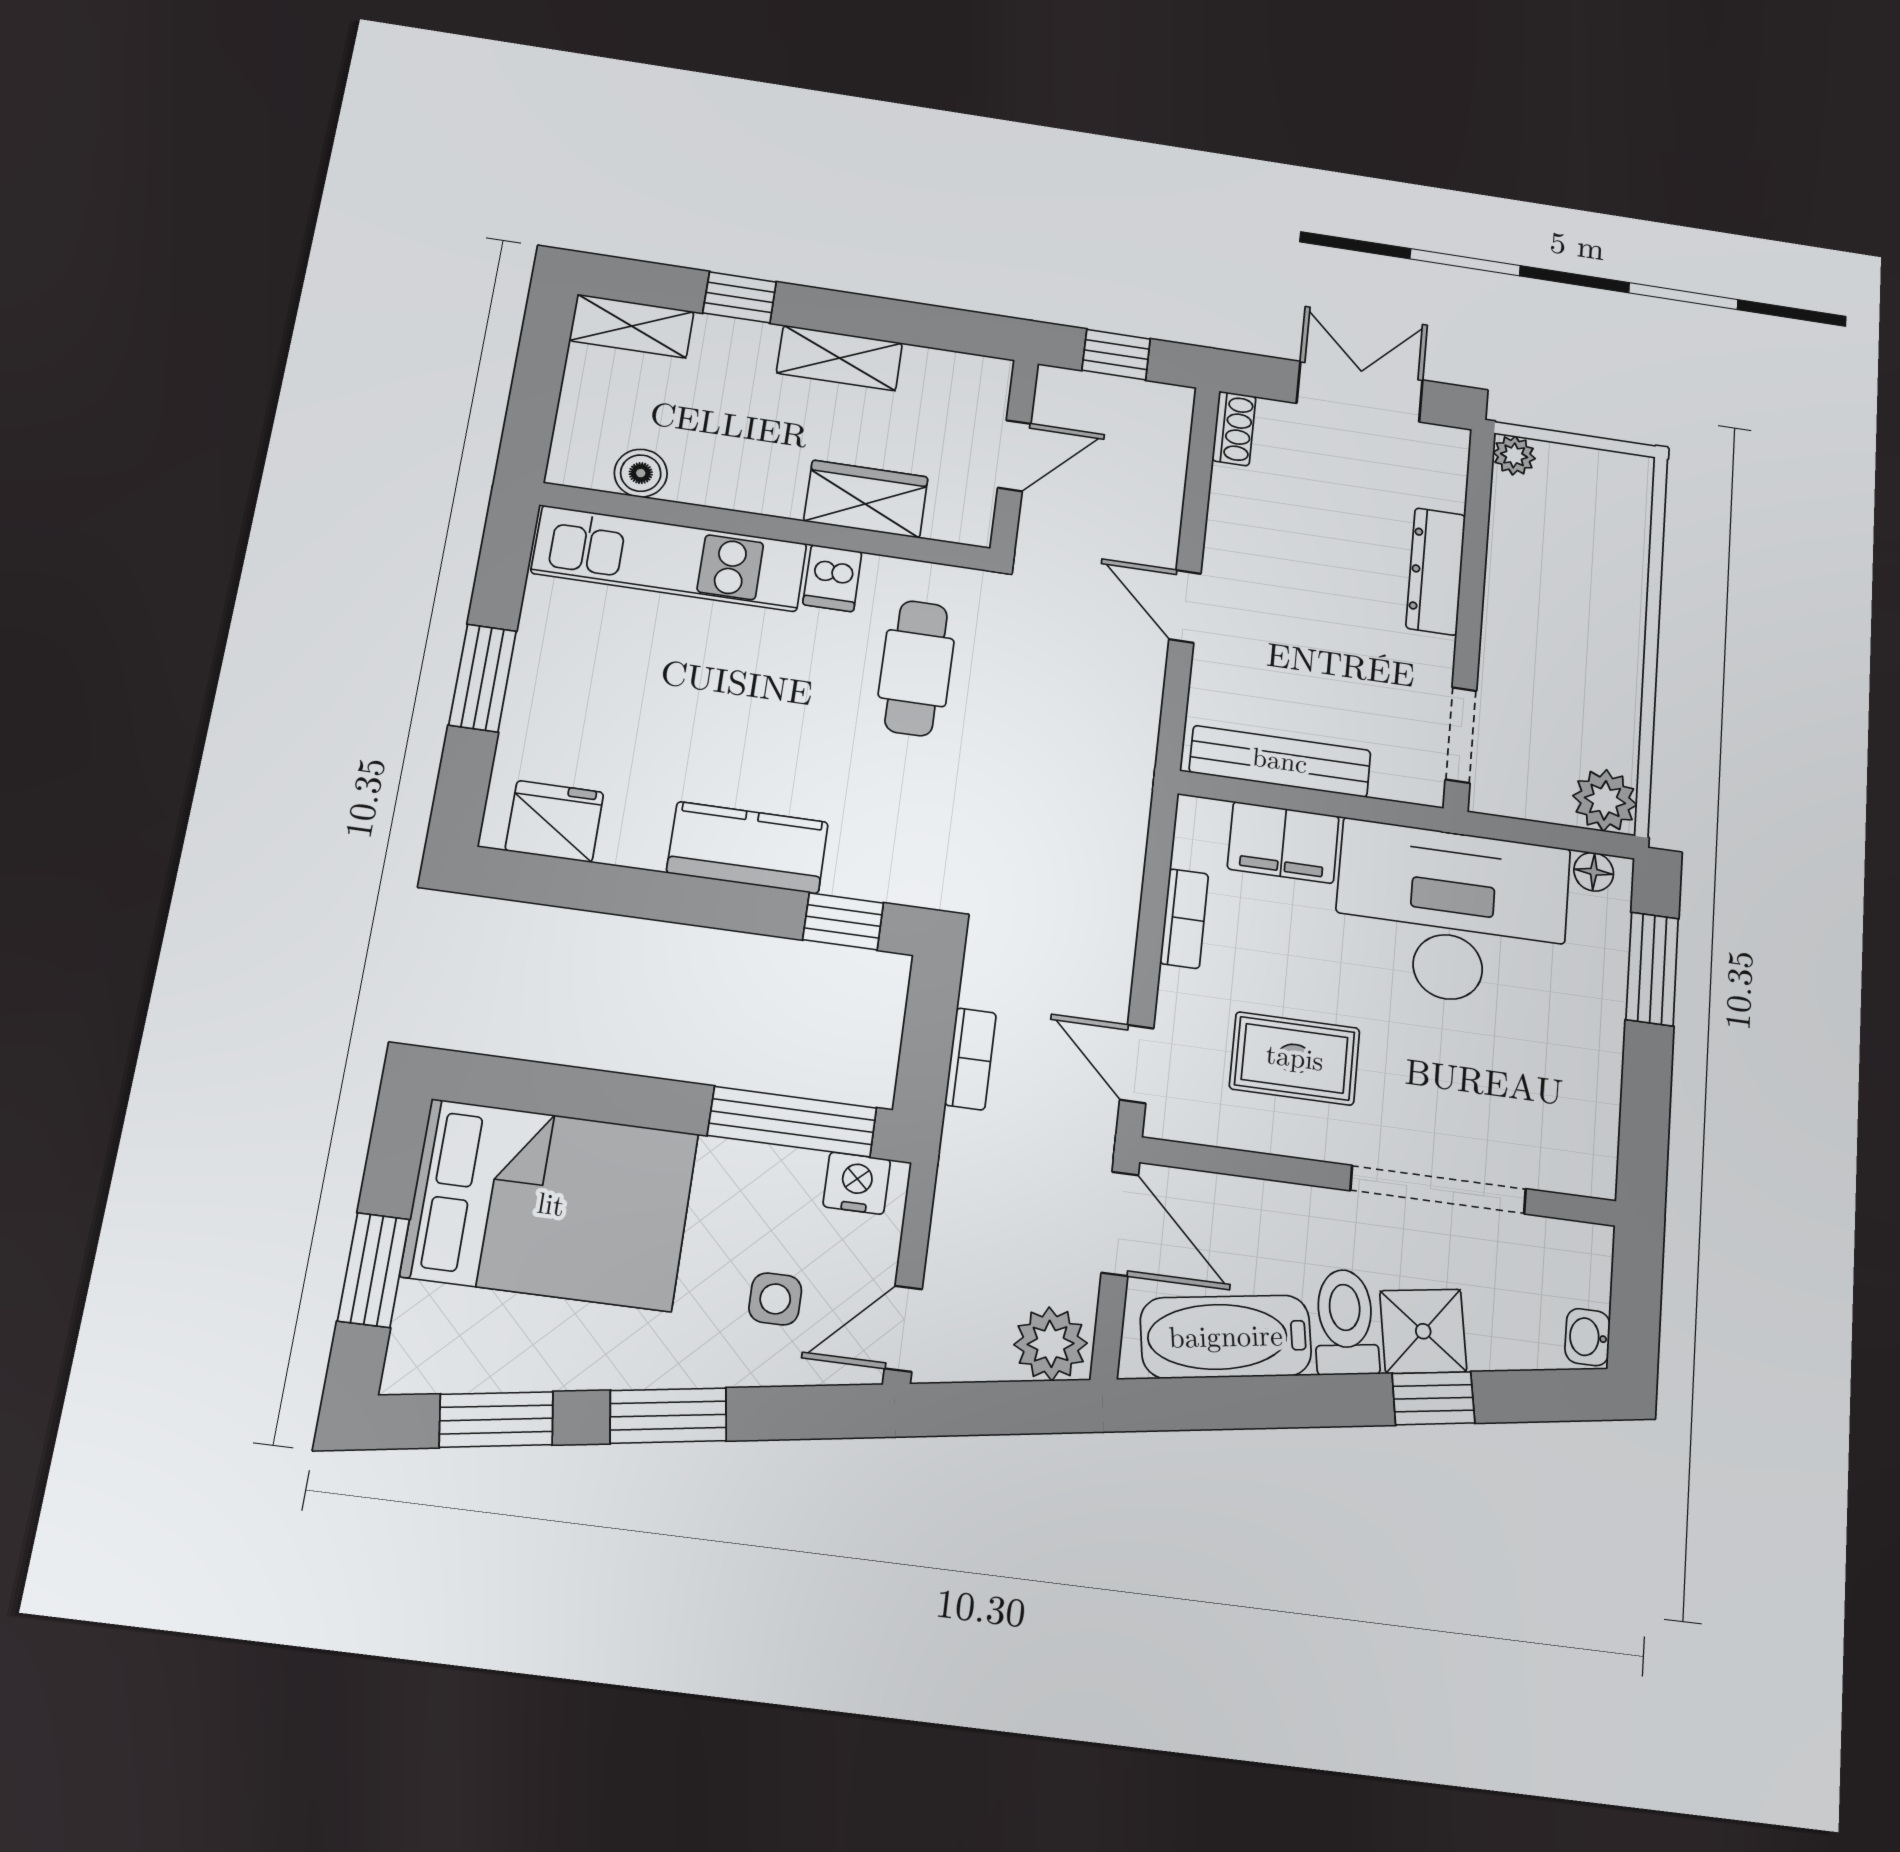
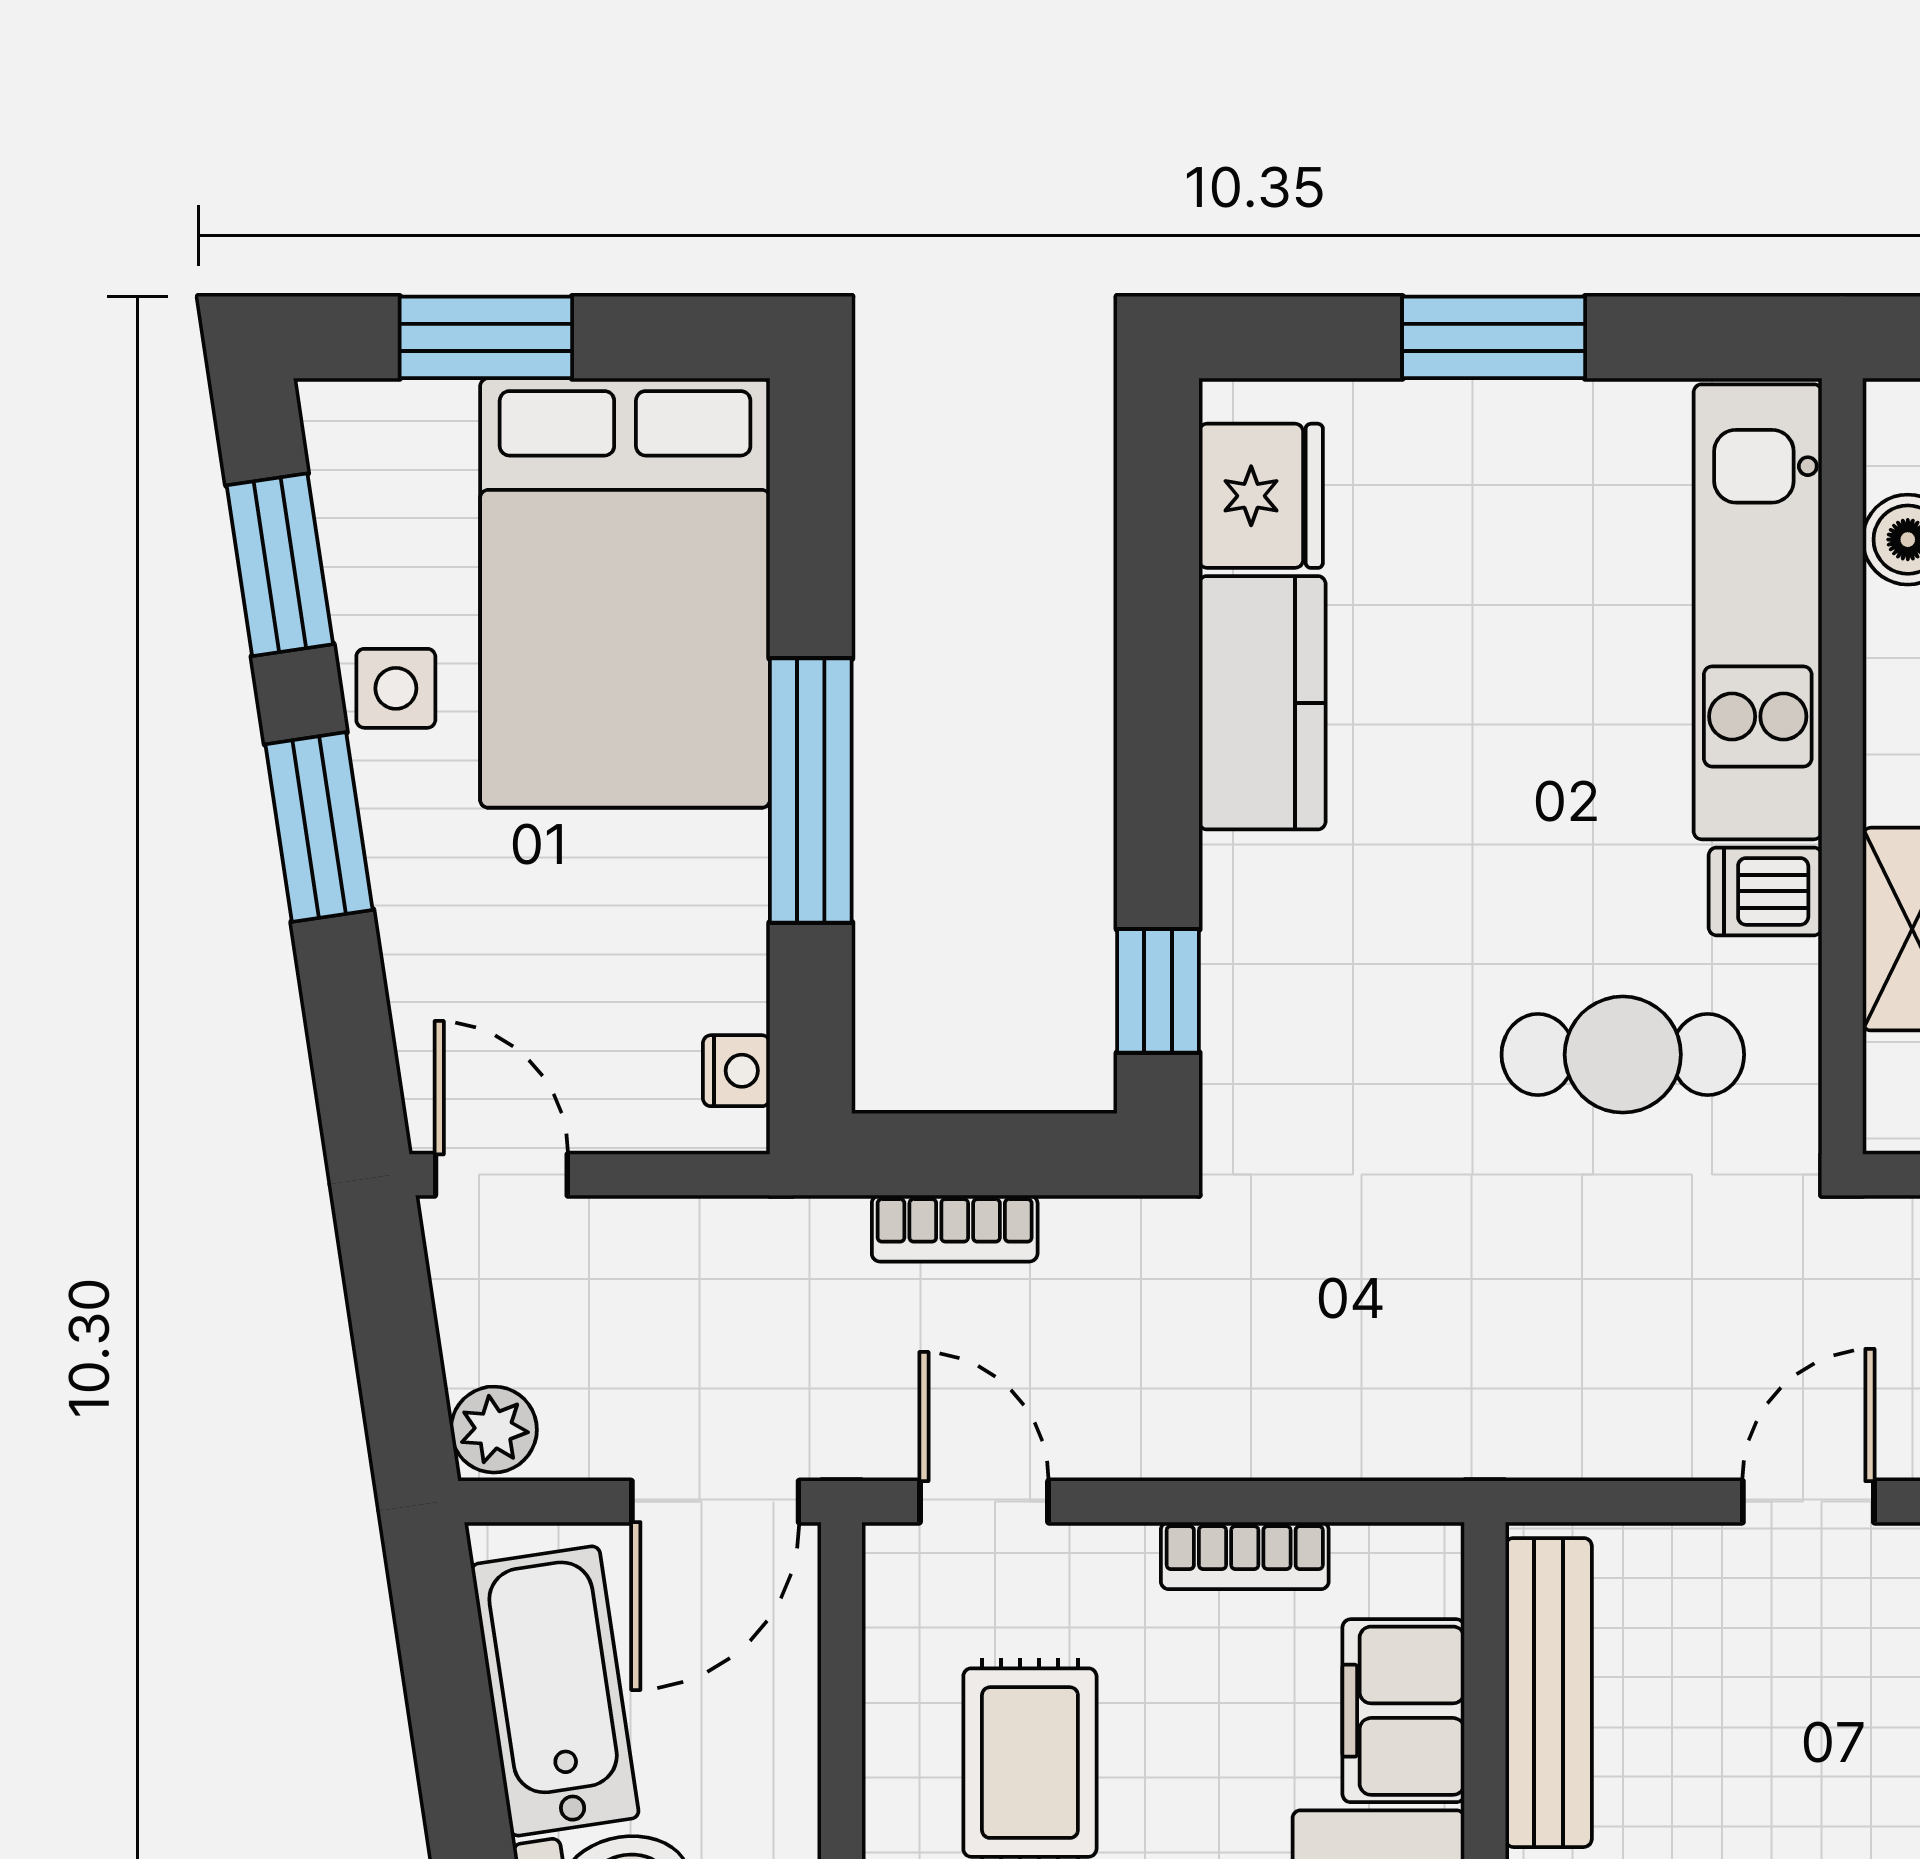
kitchen counter: (748, 848) -> (1262, 703), moved
door: (1137, 1064) -> (984, 1502), hinge flipped
window: (792, 1122) -> (811, 791), moved
nightstand: (857, 1183) -> (736, 1071), width x0.72, depth x0.74
side table: (775, 1299) -> (396, 688), moved
plant: (1051, 1344) -> (494, 1430), width x0.73, depth x0.73

